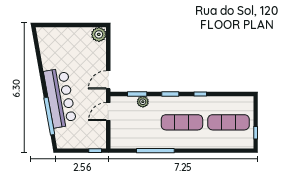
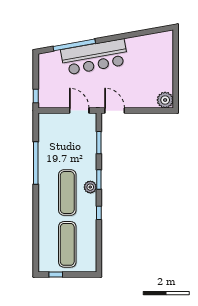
plant: (143, 102) -> (90, 187), moved

